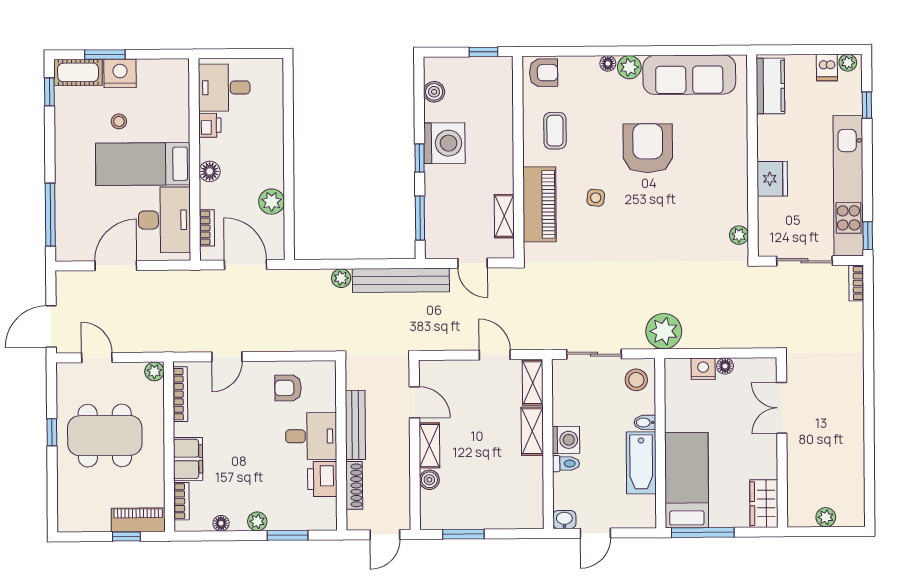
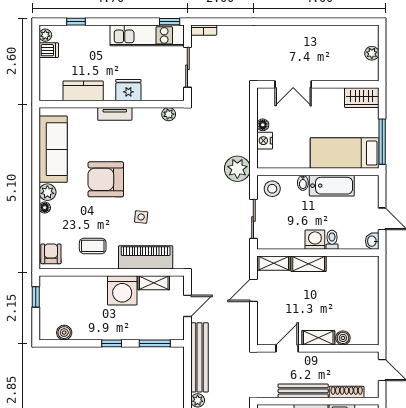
kitchen counter: (770, 86) -> (83, 91), moved
washing machine: (444, 143) -> (122, 290), moved, turned 180
tv unit: (739, 160) -> (115, 114), added
kitchen unit: (848, 186) -> (147, 35), width x0.73
window: (463, 534) -> (382, 314), removed

